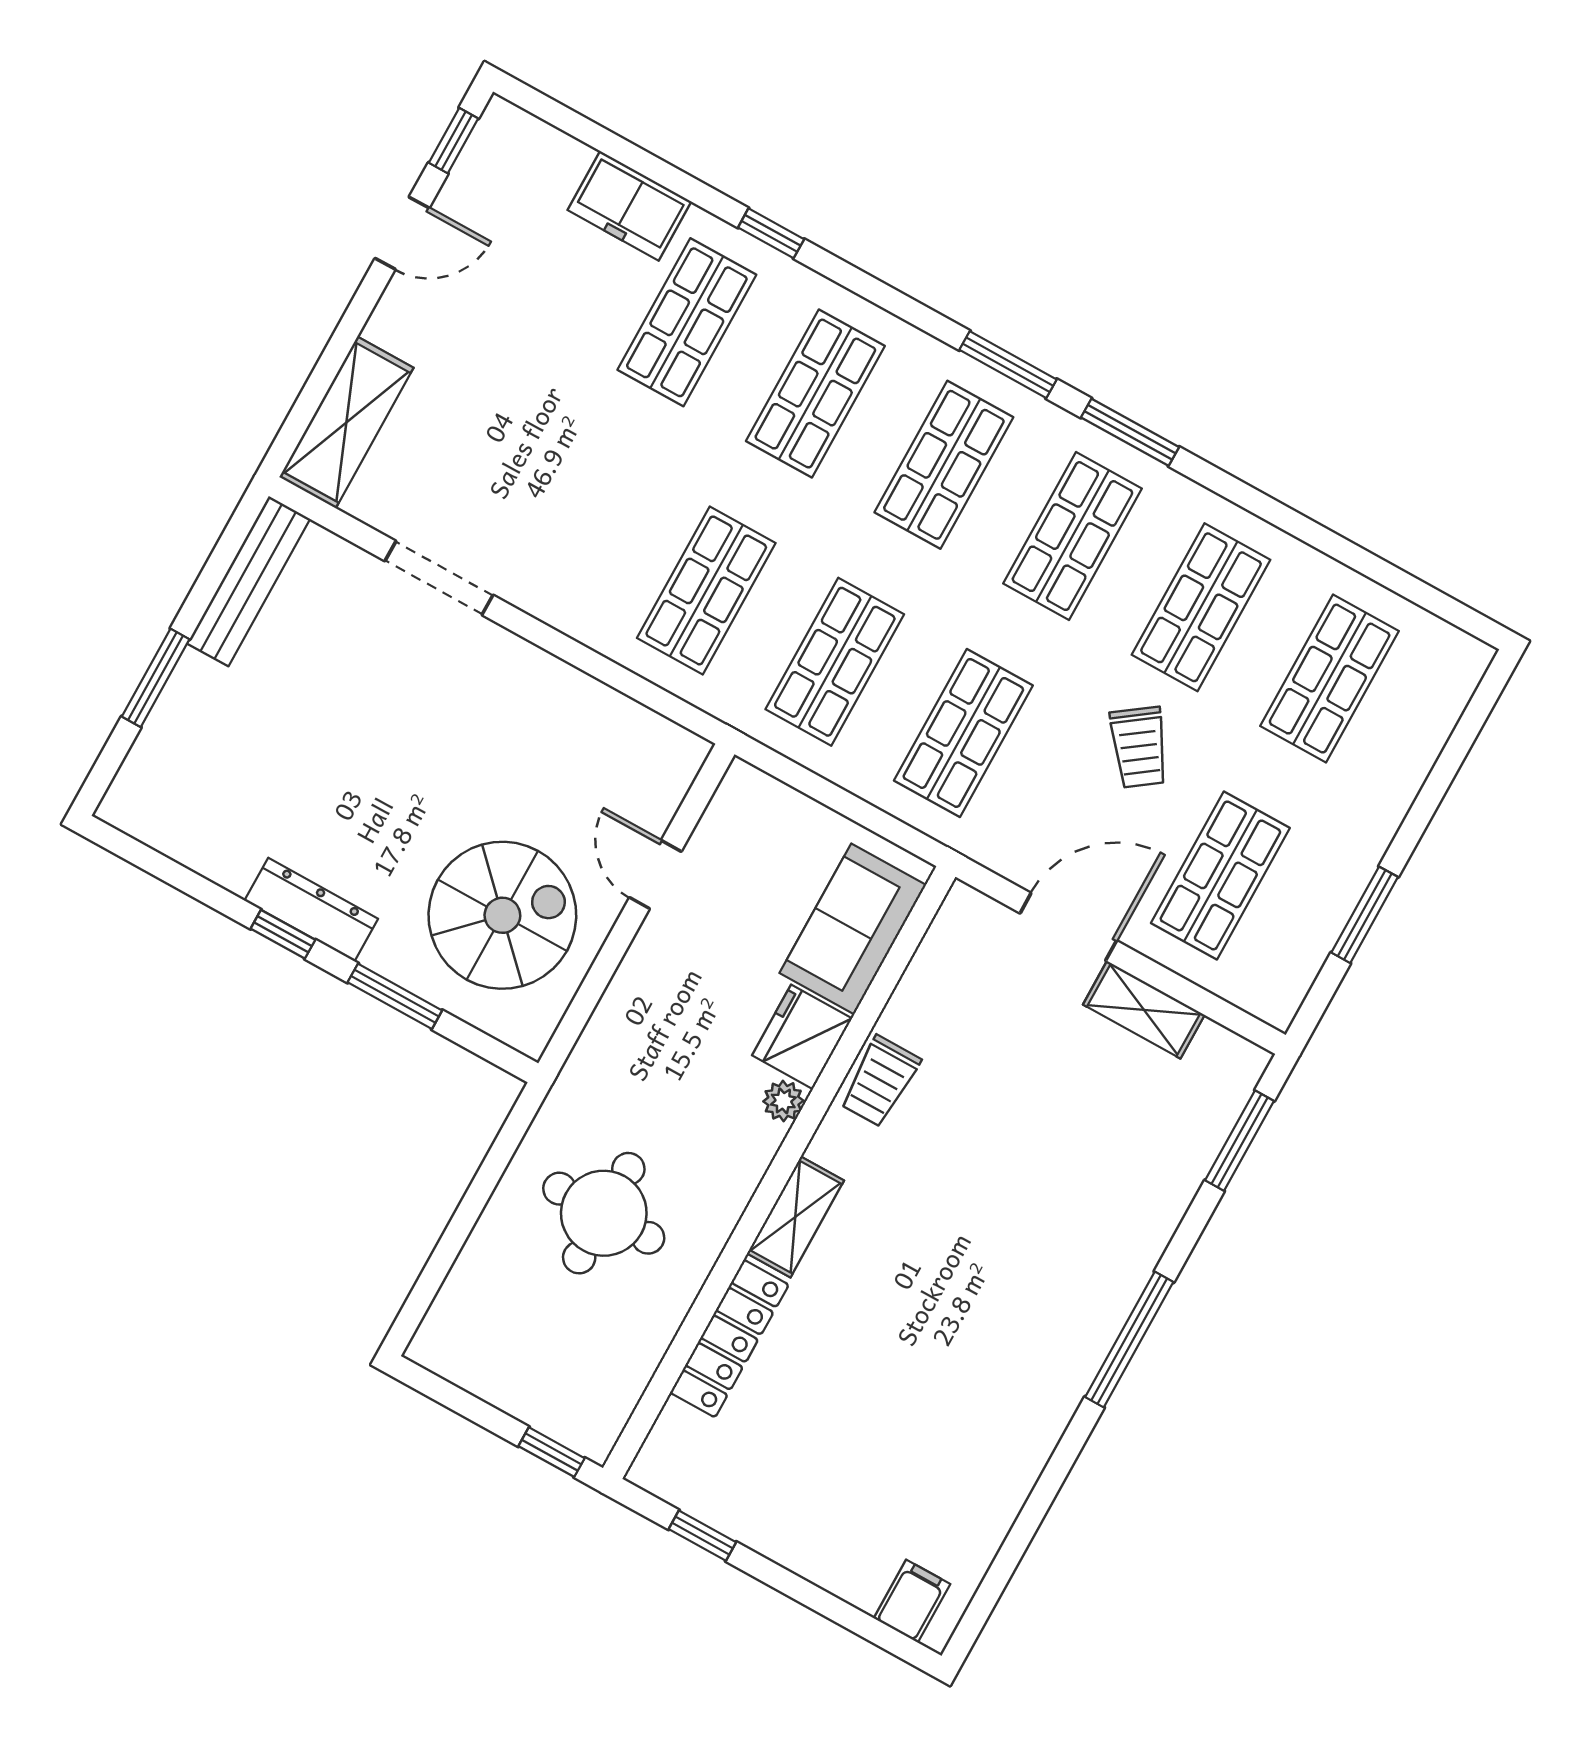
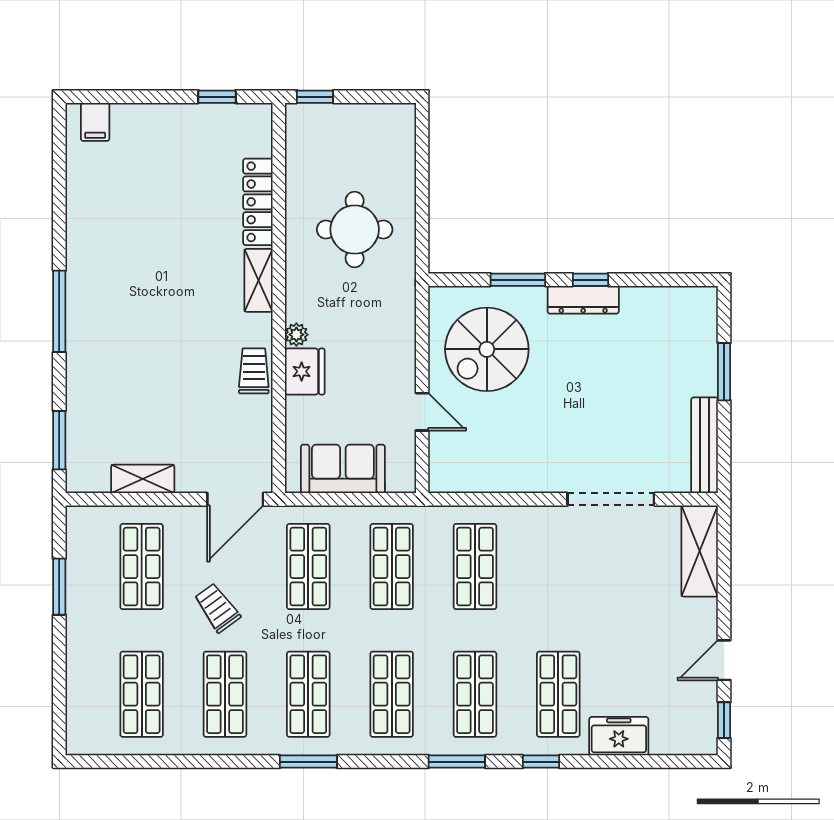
window: (1008, 365) -> (457, 762), moved
doorway: (439, 578) -> (611, 499), width x1.36
door: (1068, 927) -> (235, 499), moved
sofa: (853, 929) -> (343, 469), moved, turned -90

